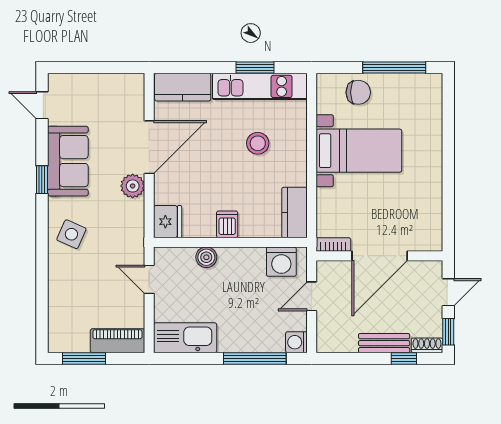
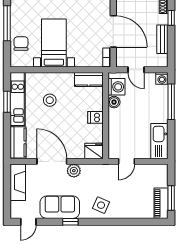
fireplace: (112, 87) -> (18, 182), added
boiler: (206, 257) -> (114, 102), moved
piano: (117, 341) -> (161, 203), moved
bench: (384, 343) -> (162, 39), moved

